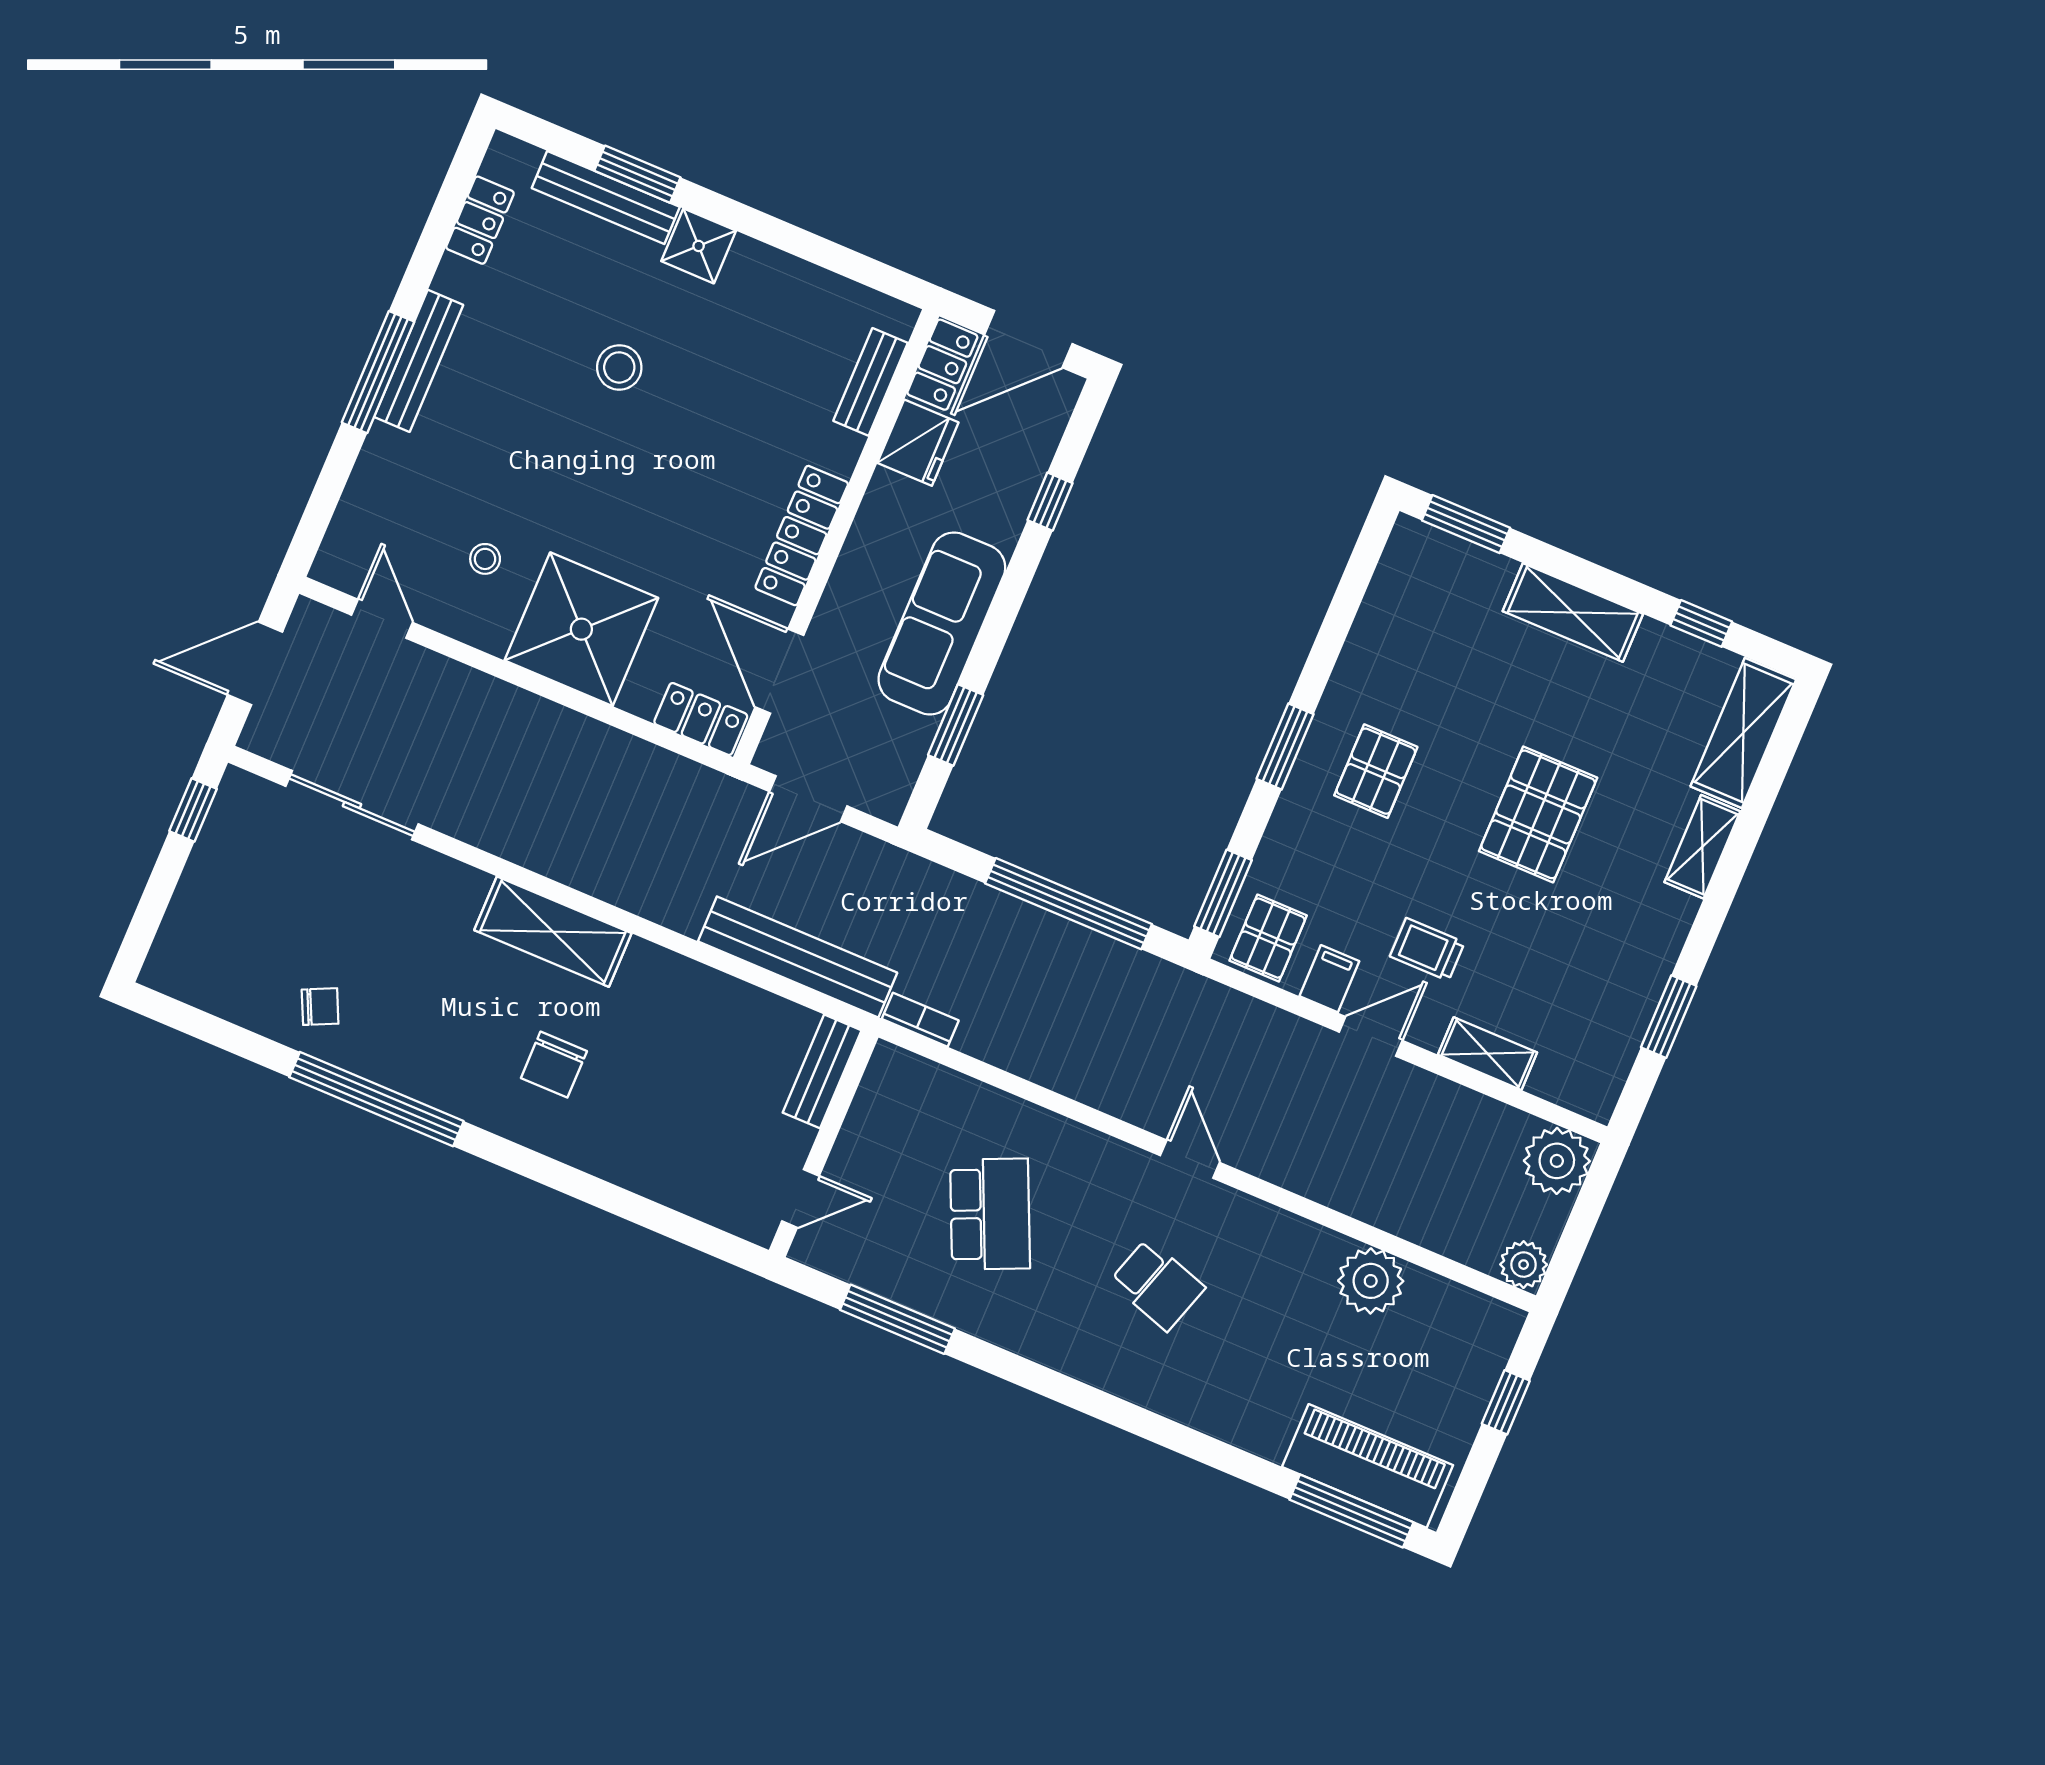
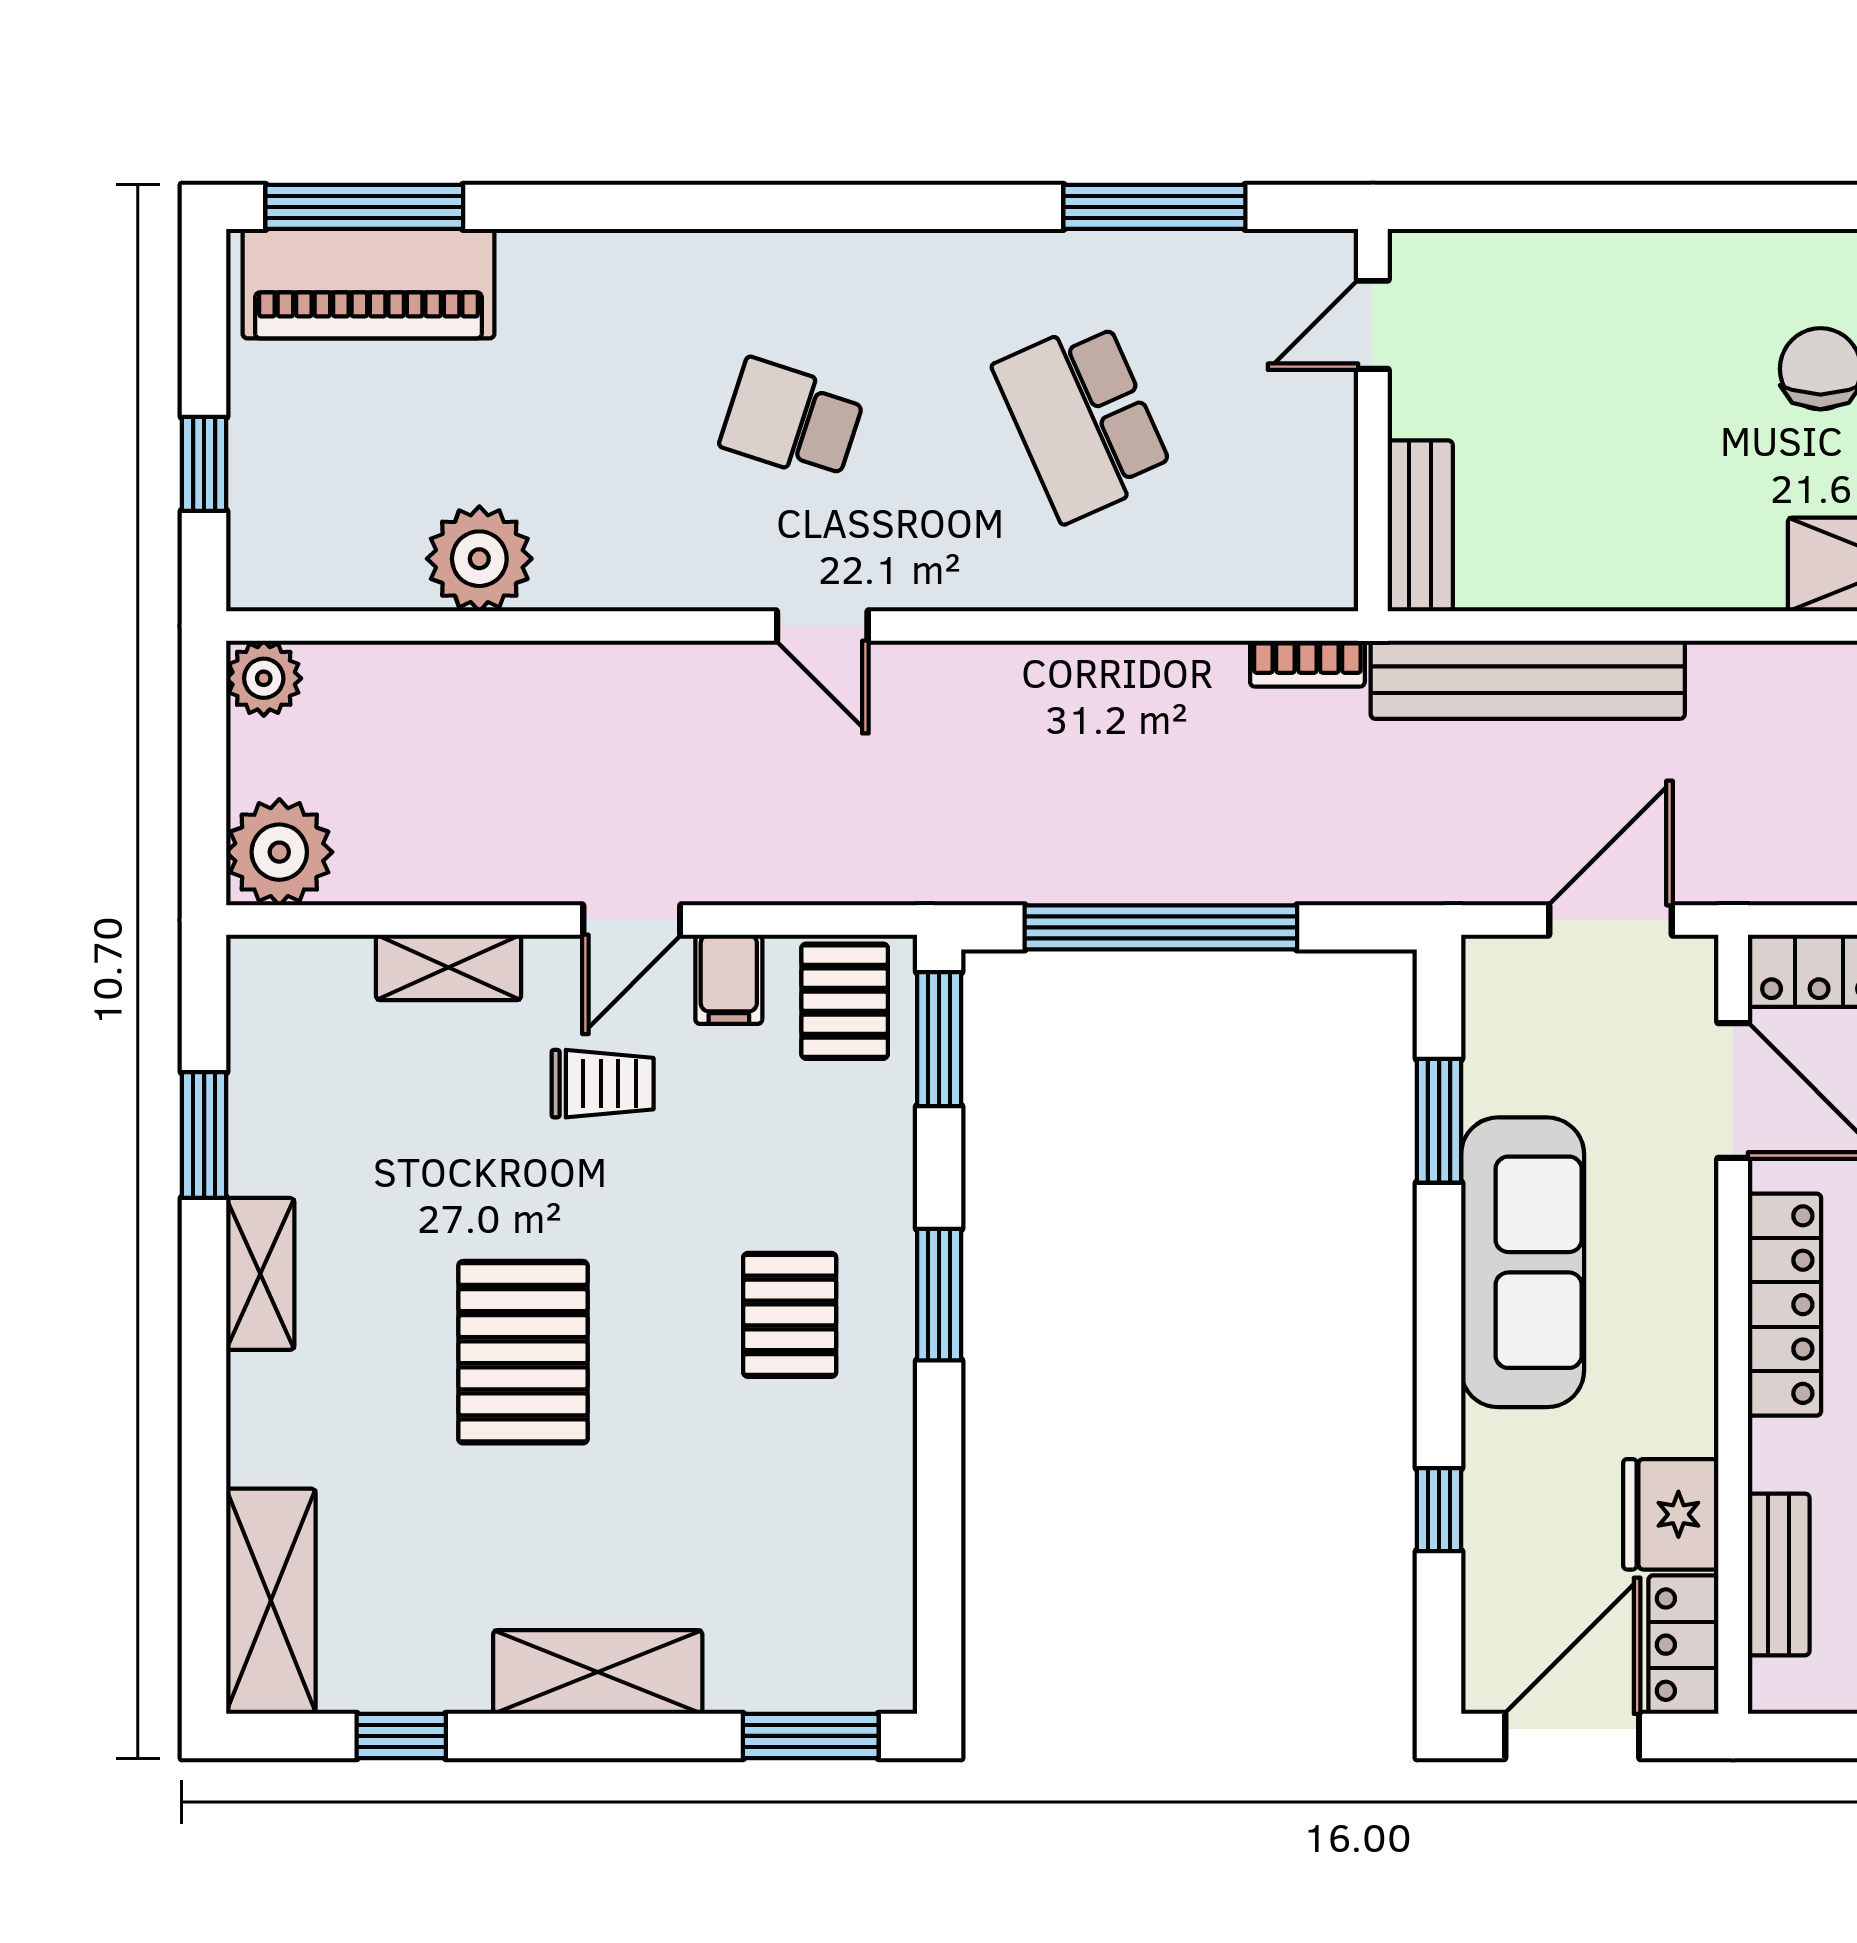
shelving: (1702, 847) -> (260, 1274), moved

